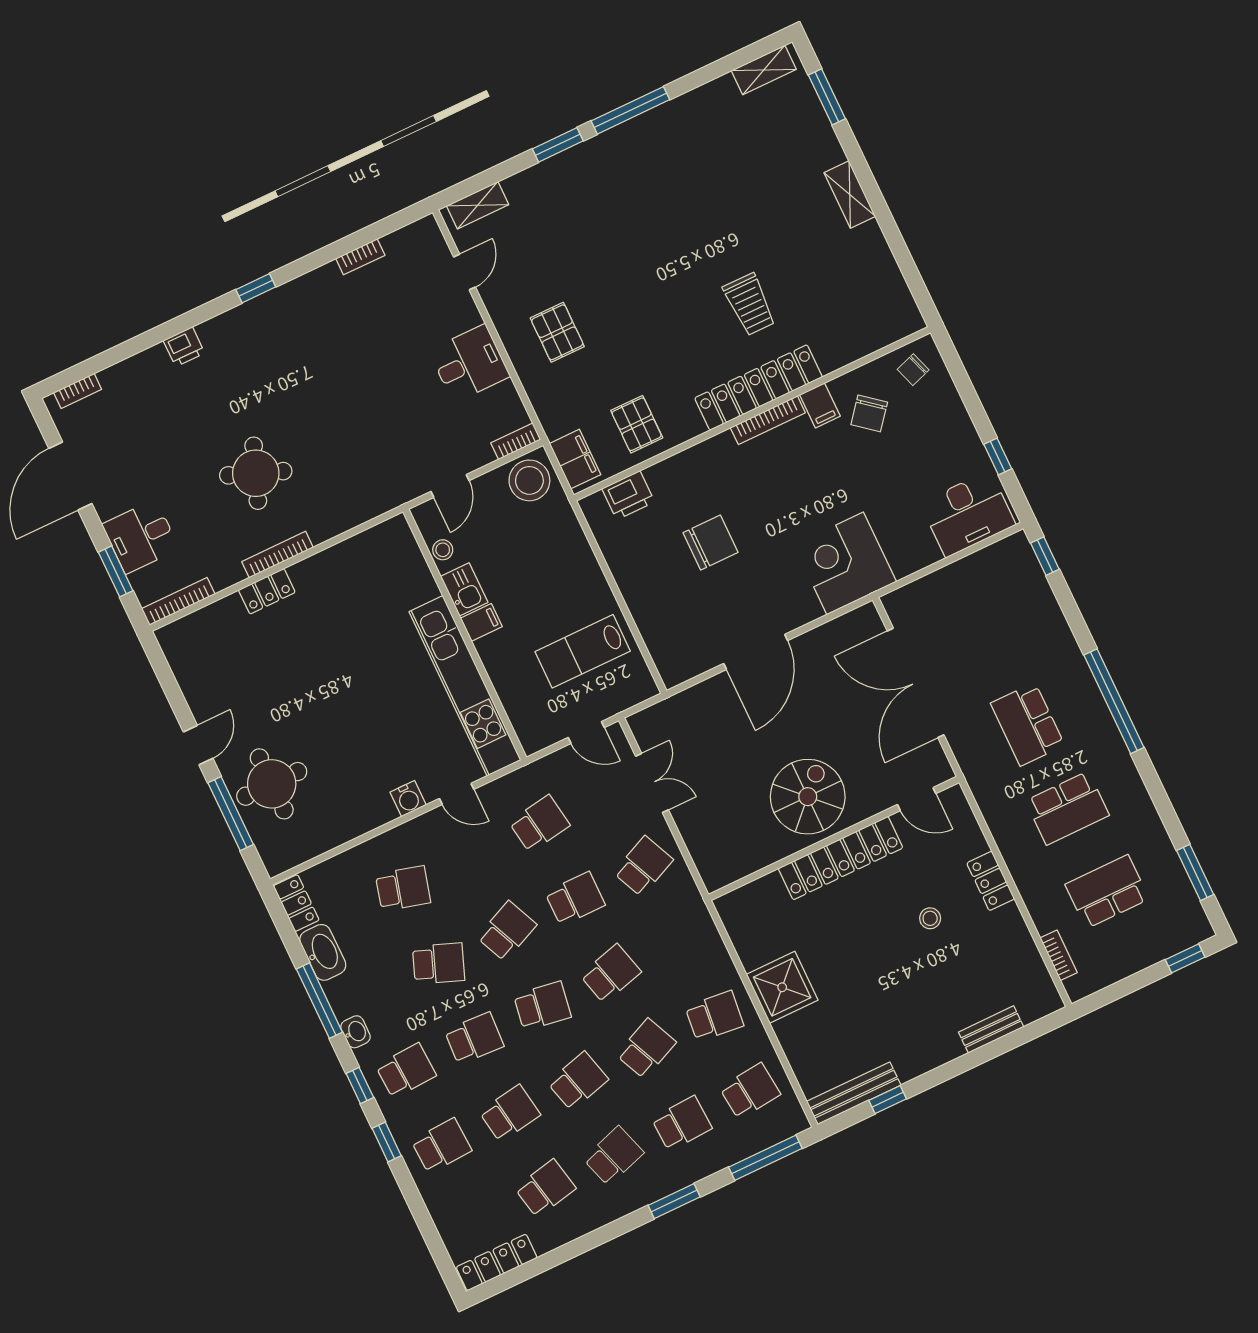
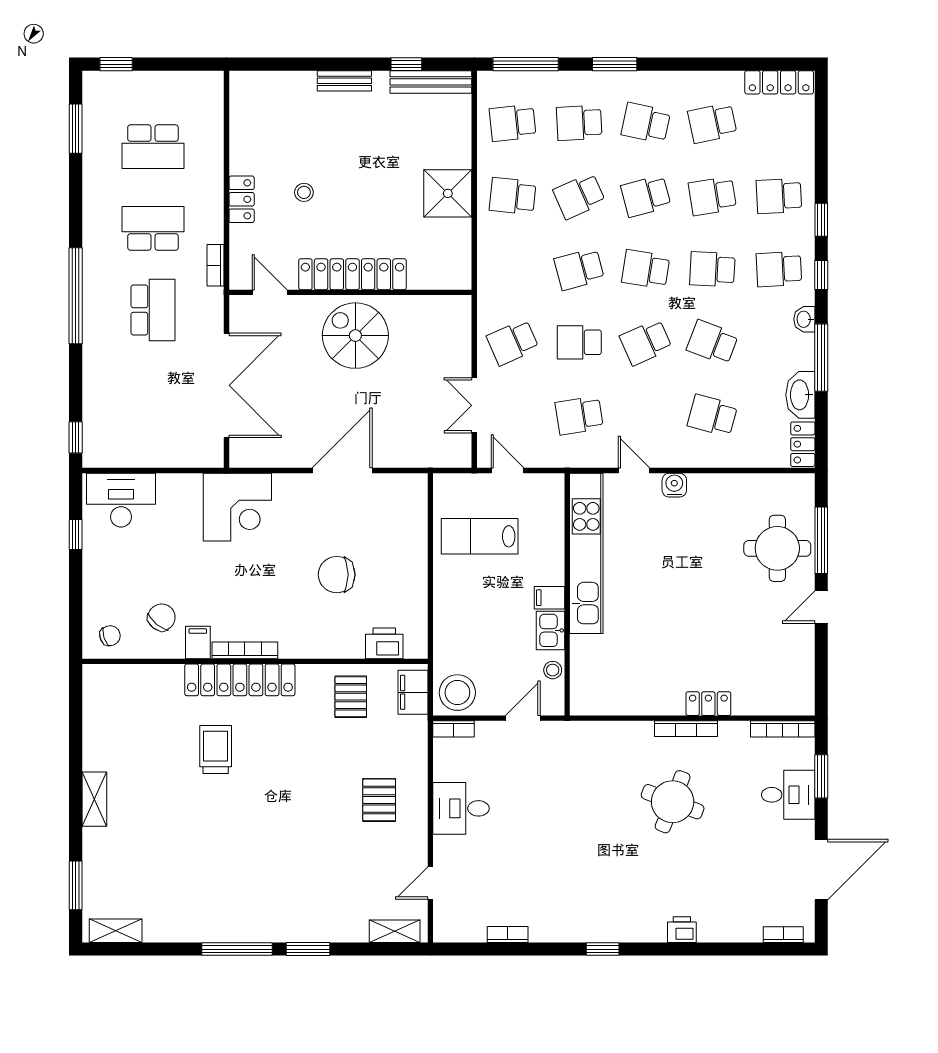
lab bench: (583, 651) -> (480, 536), turned 180
spiral stairs: (808, 797) -> (355, 336), turned 90
bookcase: (1059, 955) -> (216, 265), moved
bench: (991, 1029) -> (344, 81), moved
school desk: (614, 1156) -> (646, 123), turned 30

